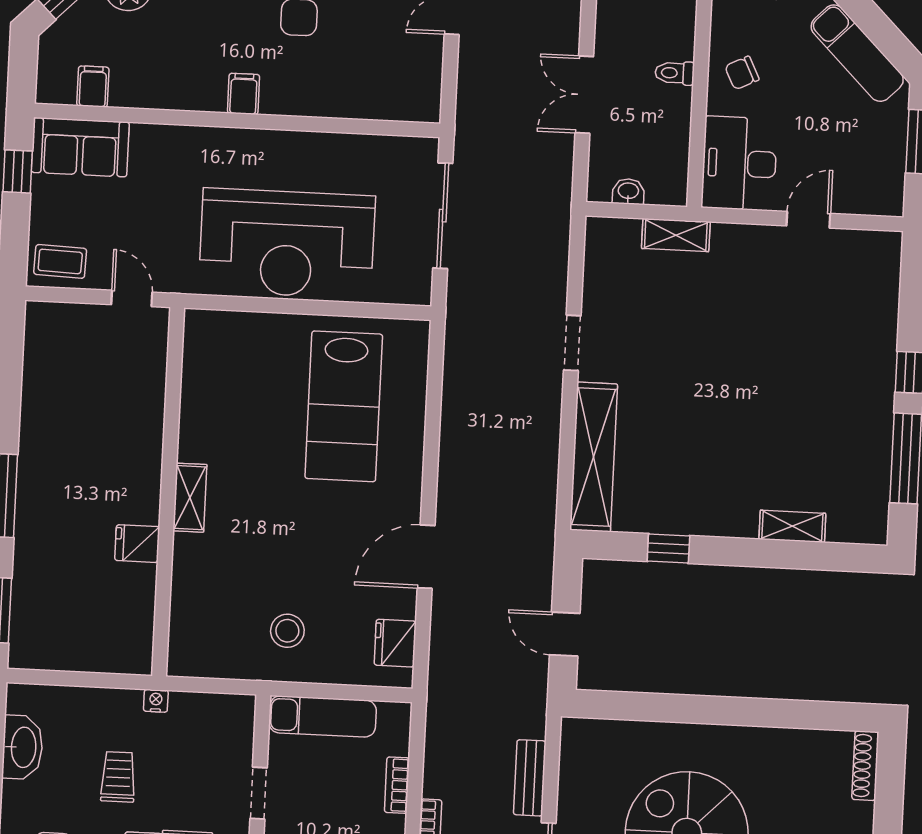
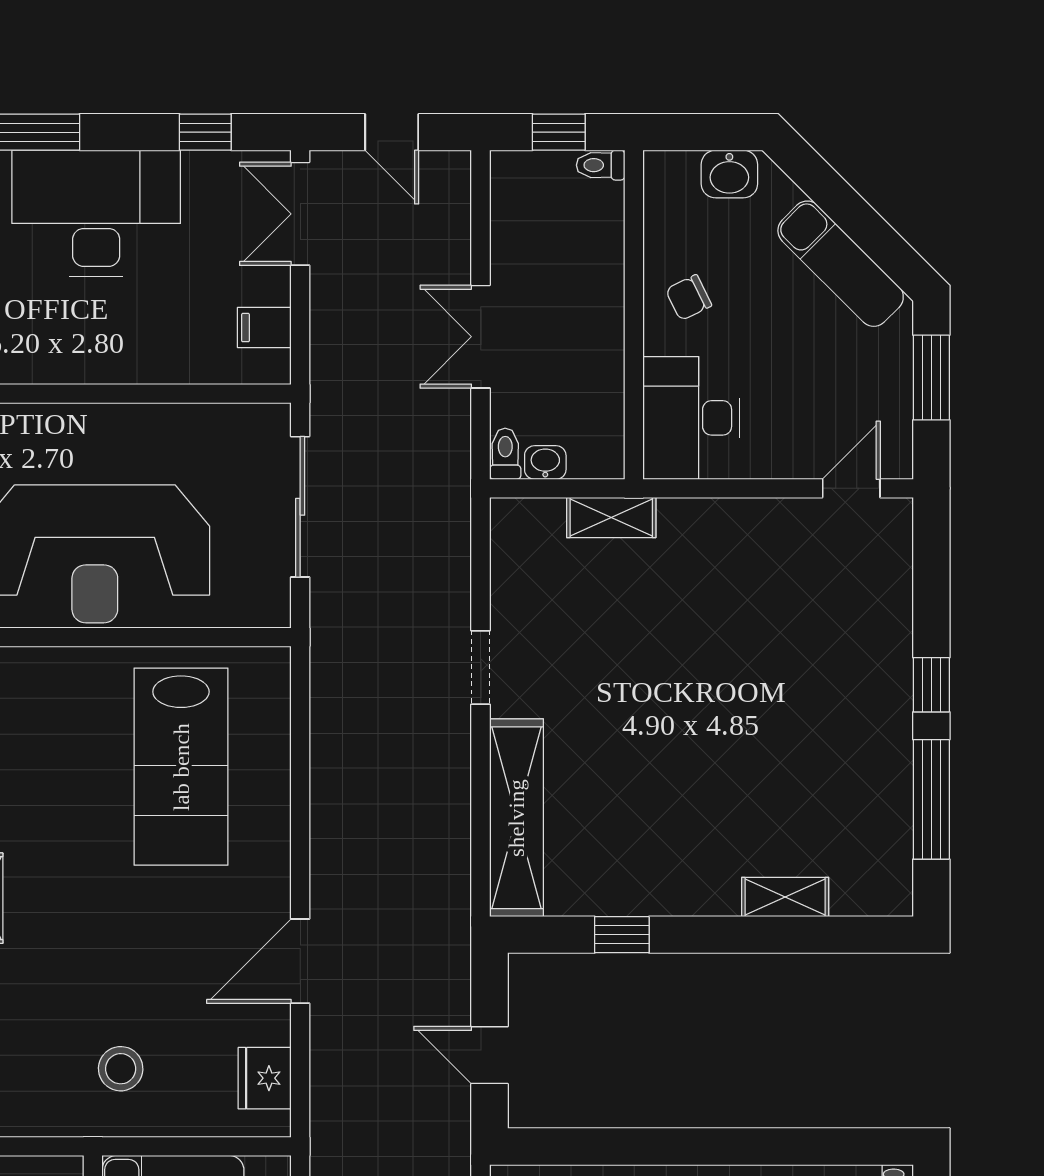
toilet: (675, 73) -> (505, 454), moved, turned 90
filing cabinet: (243, 94) -> (264, 328), moved, turned -90
door: (808, 220) -> (851, 488), moved

